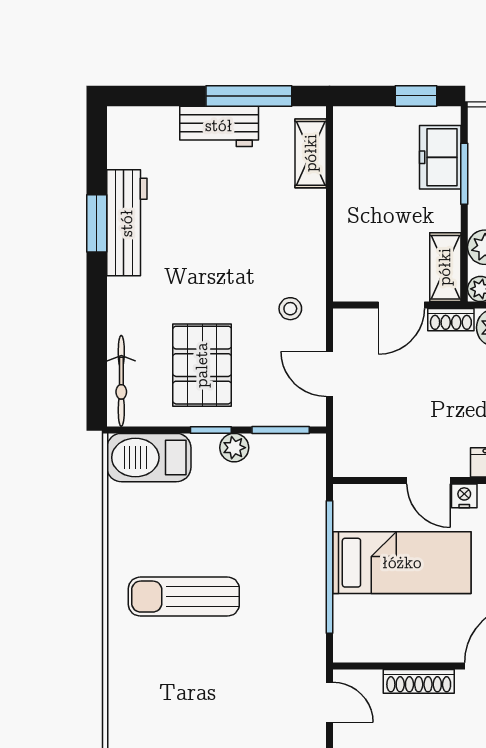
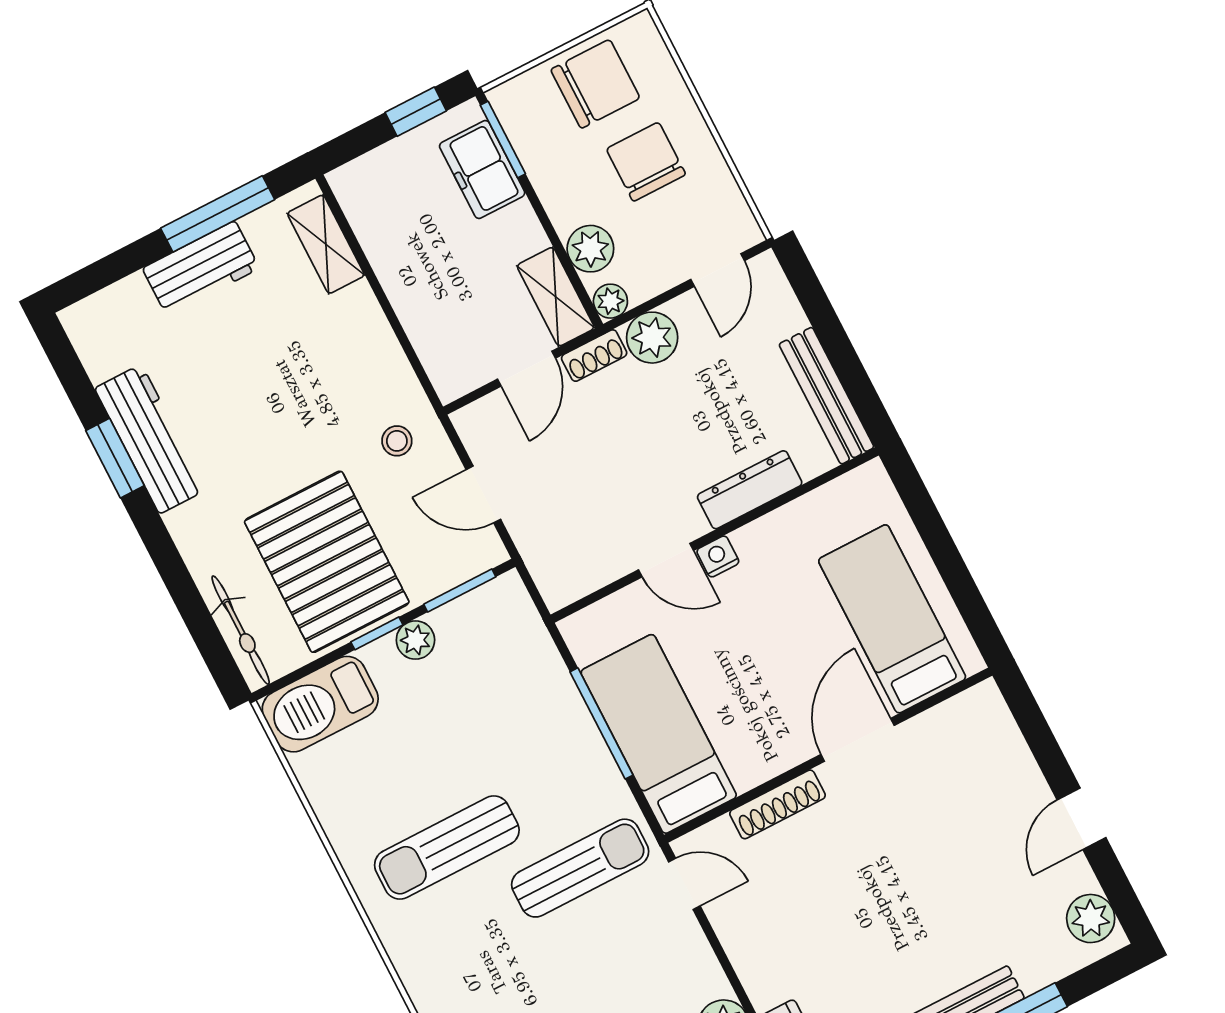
window: (464, 174) -> (503, 140), moved
pallet: (202, 365) -> (327, 562), width x1.37, depth x1.41
bed: (402, 563) -> (659, 734), moved, turned -90
window: (329, 567) -> (602, 723), width x0.68
sun lounger: (266, 656) -> (580, 868), added

